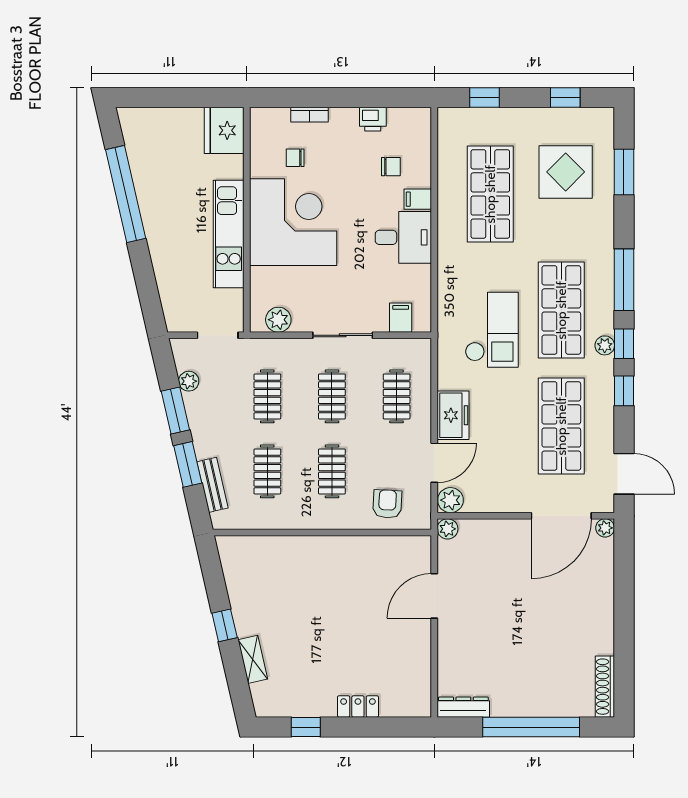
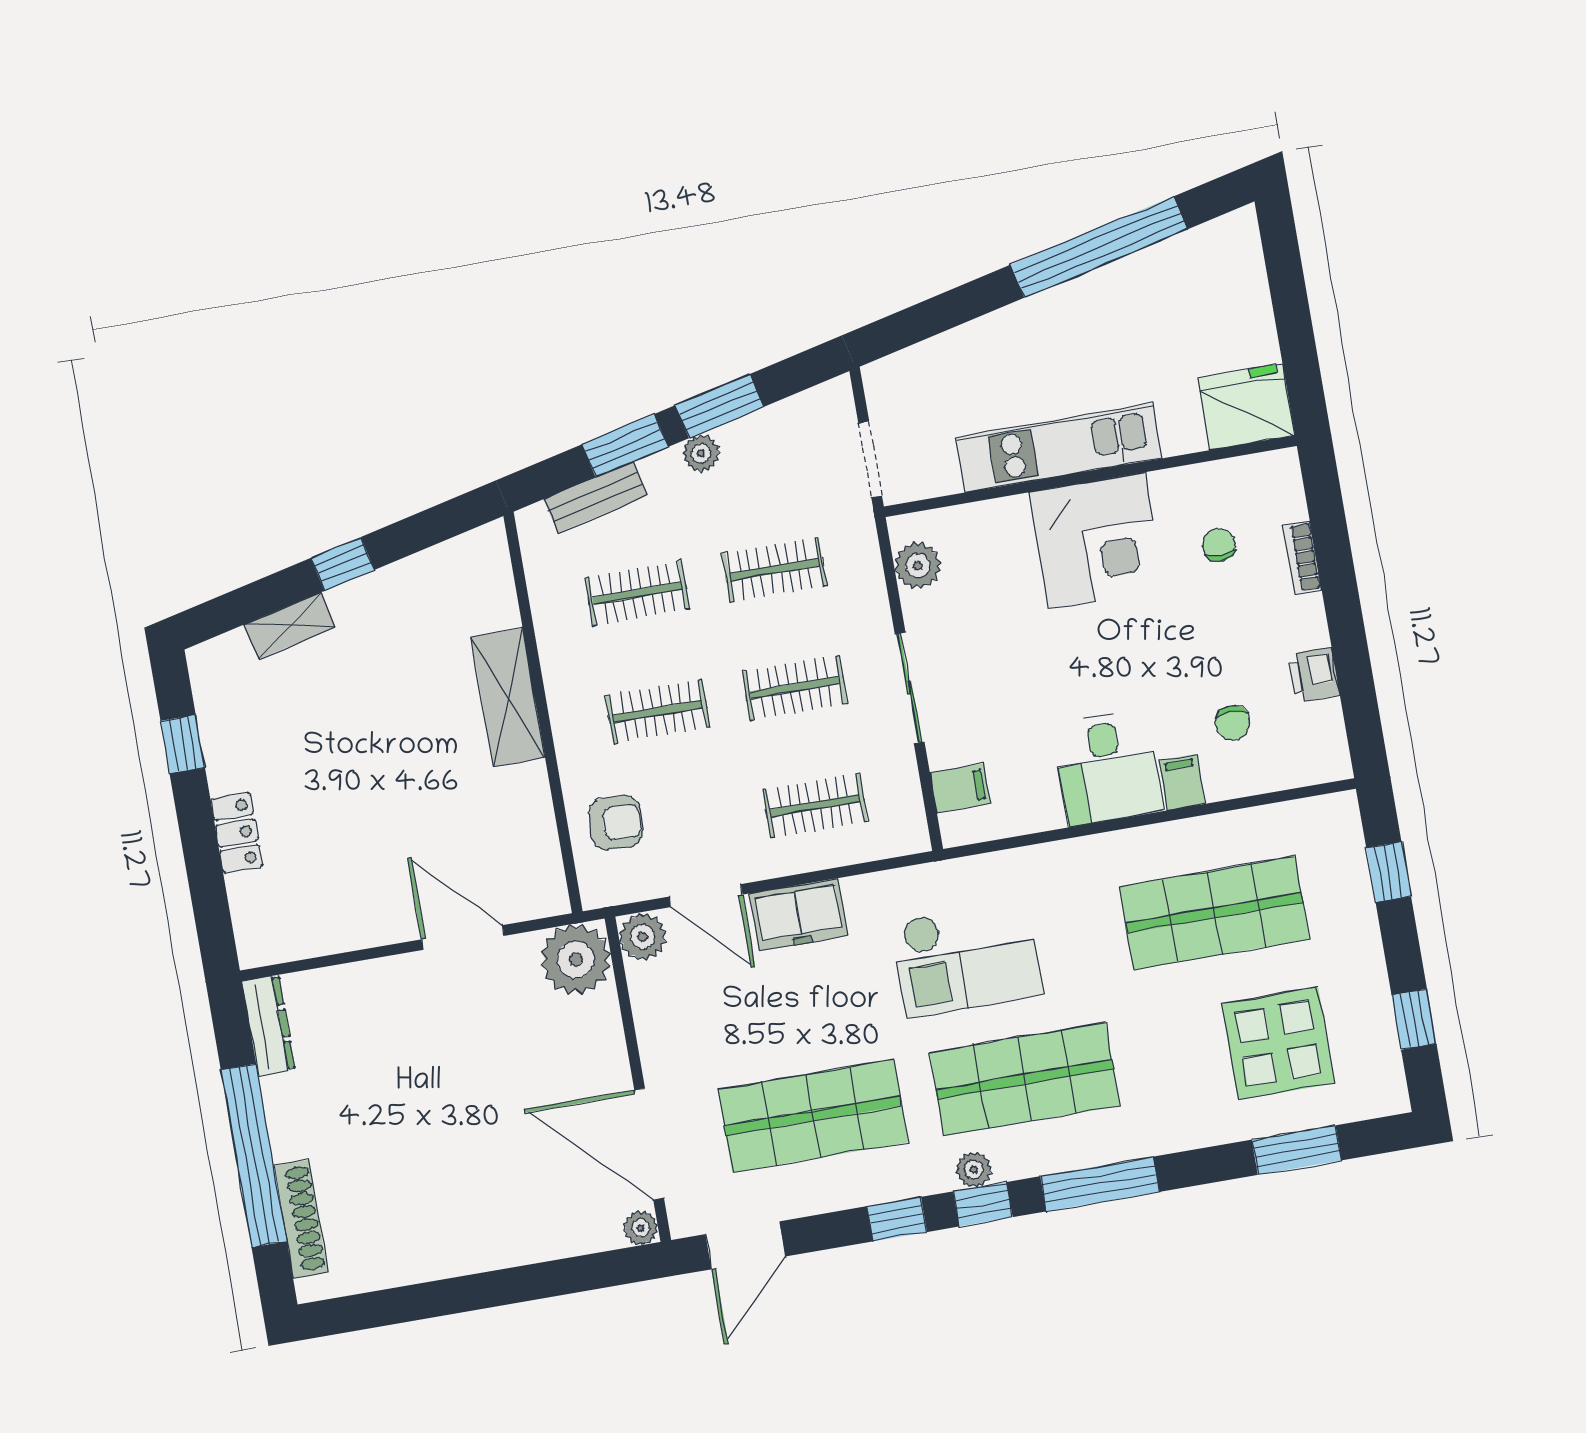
corner desk: (293, 222) -> (1097, 541), width x0.74, depth x0.74
plant: (189, 381) -> (701, 453), moved
plant: (448, 529) -> (576, 960), width x1.88, depth x1.88
shelving: (311, 550) -> (508, 697), added
shoe rack: (605, 687) -> (301, 1219), moved, turned 90

